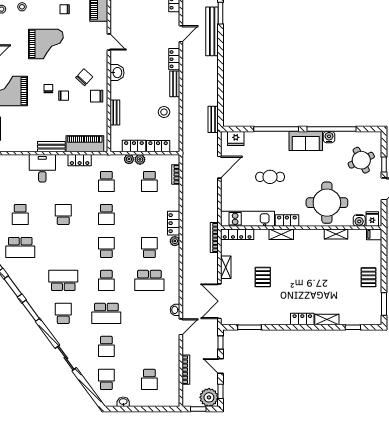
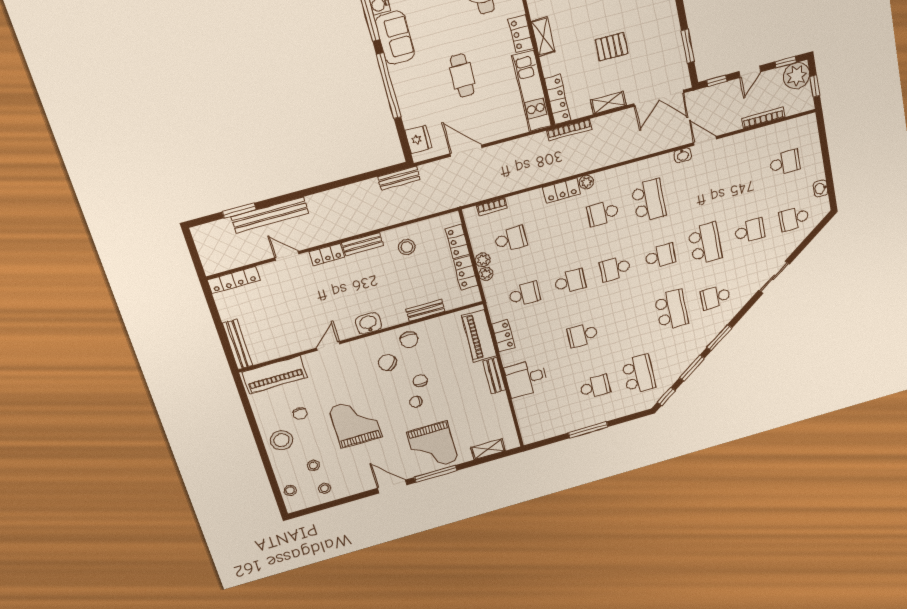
school desk: (63, 280) -> (671, 310), turned 180

